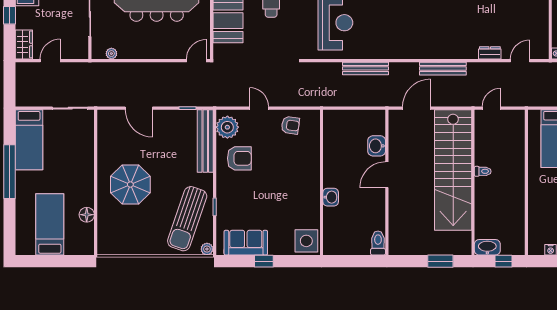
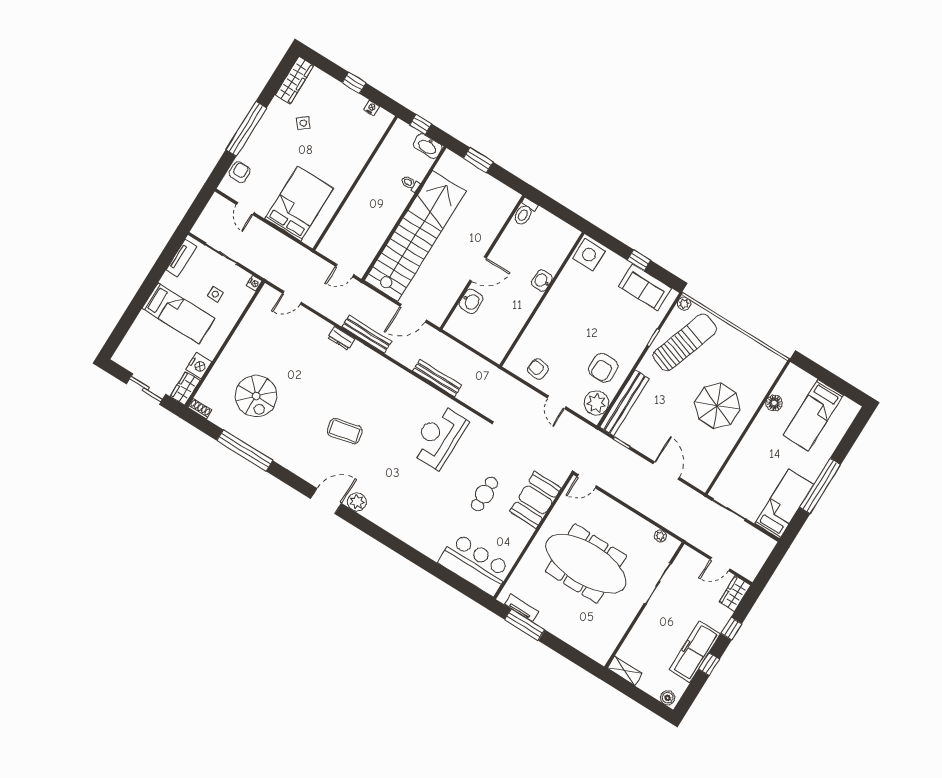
dresser: (490, 53) -> (341, 338), moved
armchair: (239, 158) -> (603, 368), turned -90
toilet: (483, 171) -> (410, 184), moved

